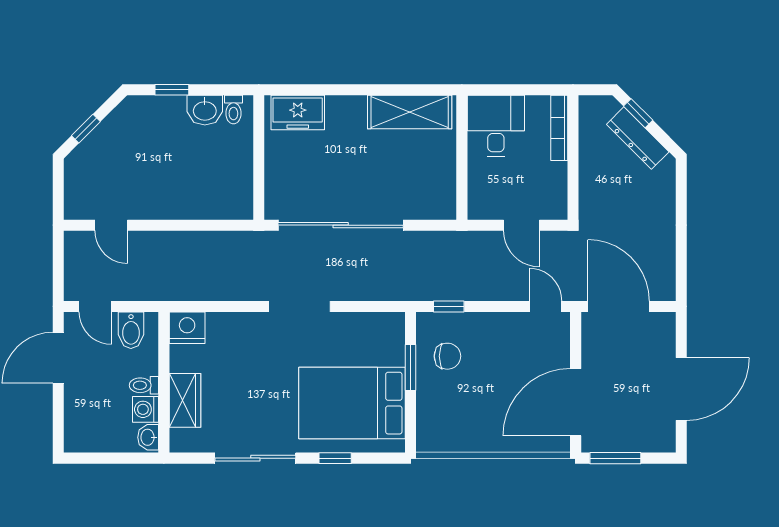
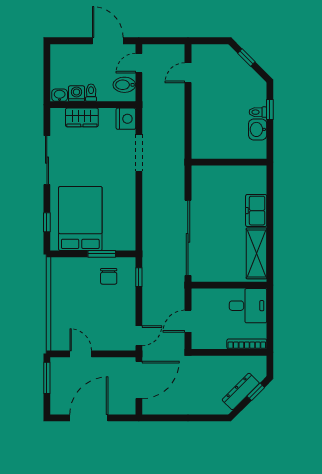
toilet: (233, 110) -> (258, 112), moved
freezer: (298, 112) -> (256, 211), moved
sliding door: (341, 225) -> (188, 238), moved
doorway: (299, 306) -> (139, 153), moved
door: (681, 389) -> (89, 418), swing flipped
door: (576, 402) -> (81, 354), width x0.53
window: (335, 458) -> (47, 222), moved

